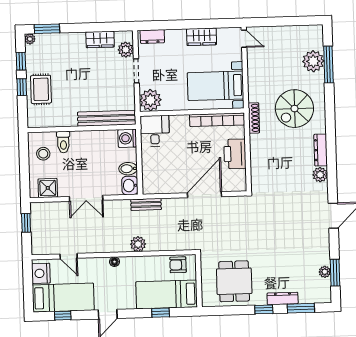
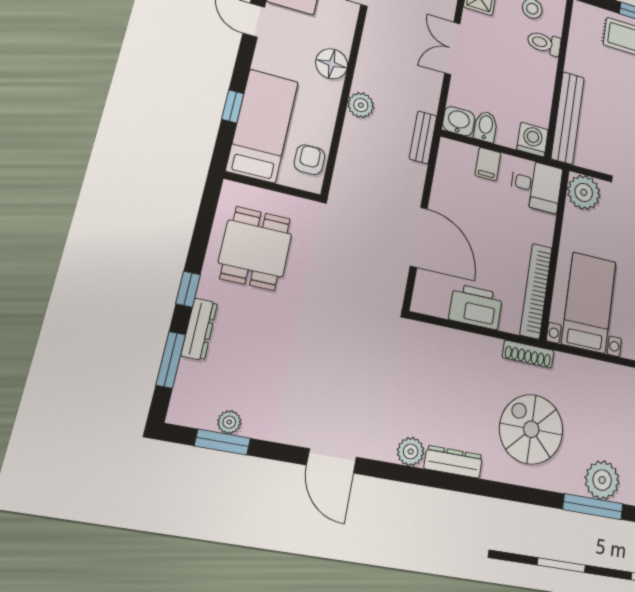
filing cabinet: (150, 163) -> (488, 164), added
floor lamp: (114, 262) -> (332, 64), width x1.89, depth x1.89
dining table: (234, 281) -> (255, 248), turned 90

